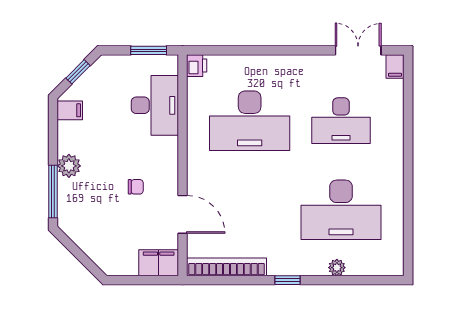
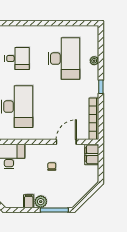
filing cabinet: (70, 110) -> (29, 201), moved
desk: (341, 121) -> (17, 59), width x0.73

